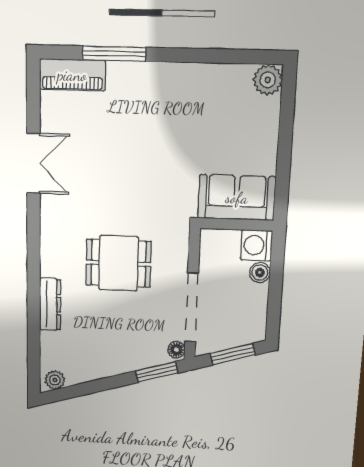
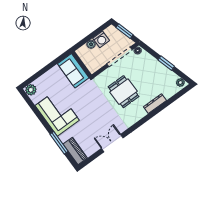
corner sofa: (178, 98) -> (57, 113), added
washing machine: (256, 245) -> (101, 39), moved
window: (157, 372) -> (166, 63), moved

